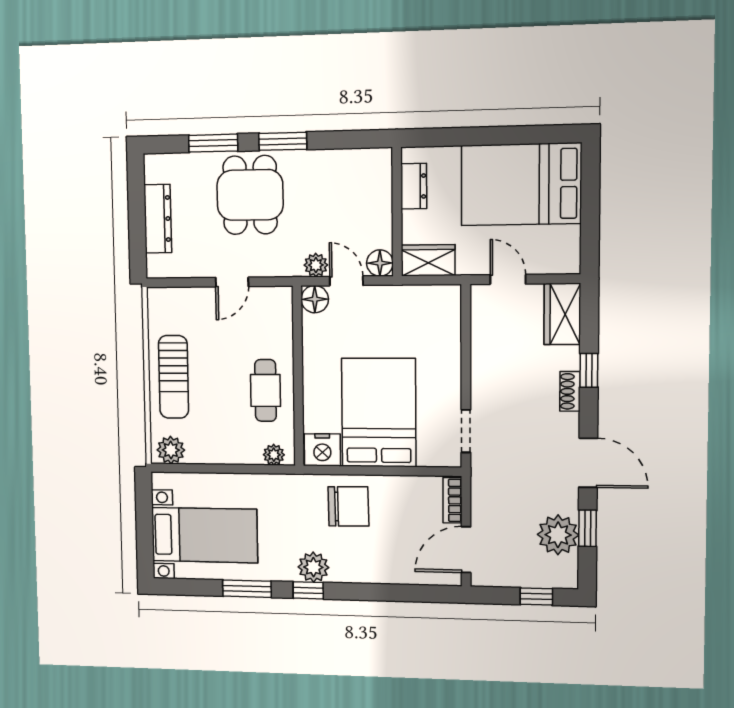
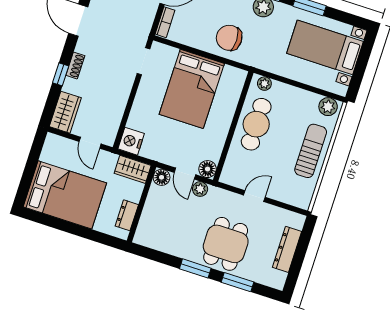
cafe table: (266, 390) -> (256, 124), width x1.37, depth x1.35
nightstand: (322, 450) -> (131, 141), moved, turned -90

